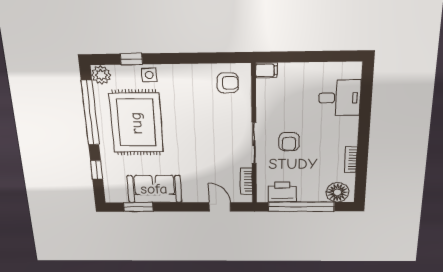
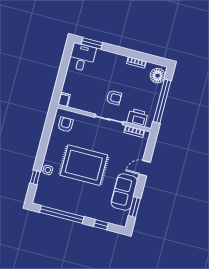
plant: (101, 75) -> (40, 199), removed
window: (366, 89) -> (92, 43), added
desk: (340, 98) -> (82, 58), moved
rug: (136, 123) -> (84, 165), moved
printer: (282, 192) -> (137, 118), moved, turned 90
door: (220, 207) -> (145, 168), moved

